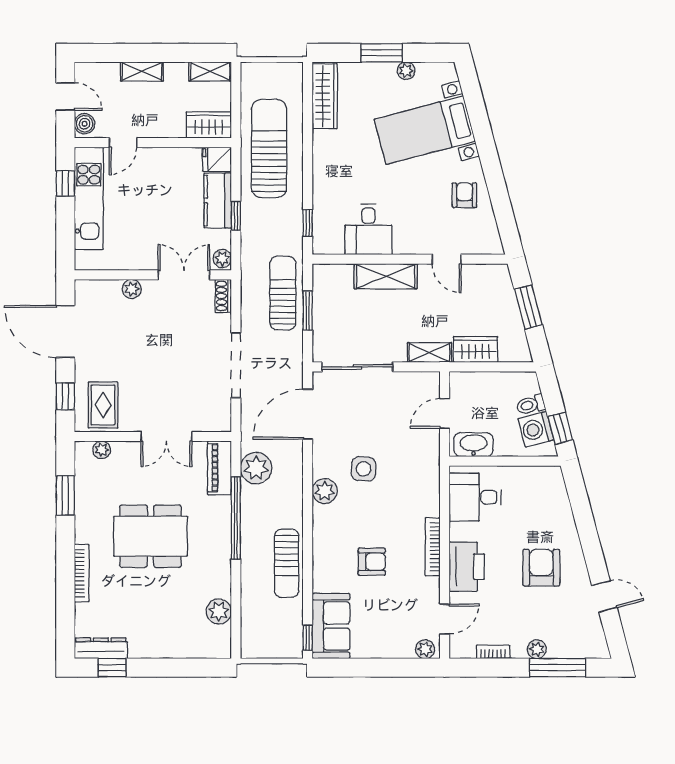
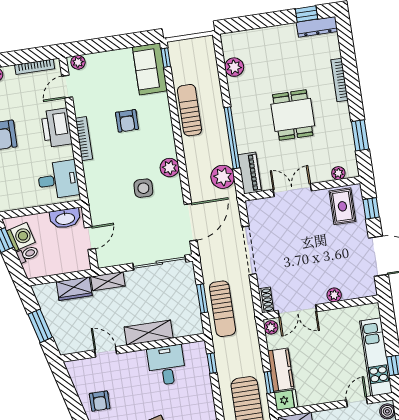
window: (236, 216) -> (269, 382), moved
dining table: (151, 536) -> (293, 115), width x0.73
armchair: (372, 562) -> (127, 121), turned -90
bookcase: (493, 652) -> (35, 67), width x1.56

